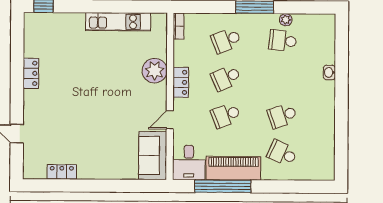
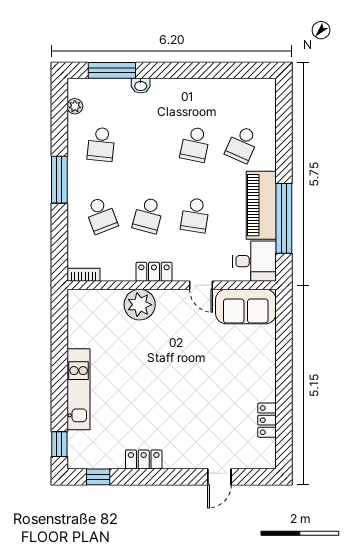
plant: (286, 20) -> (75, 106), moved
kitchen unit: (118, 22) -> (79, 389), moved
window: (17, 37) -> (98, 477), added
window: (342, 50) -> (112, 70), added
school desk: (226, 78) -> (148, 215), turned 39
school desk: (226, 115) -> (195, 215), turned 30
school desk: (282, 116) -> (195, 144), turned 30

